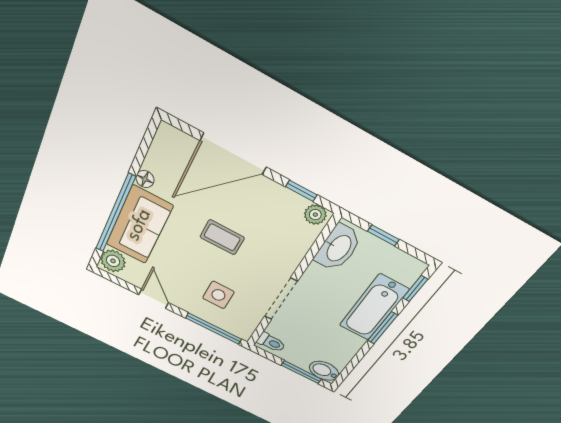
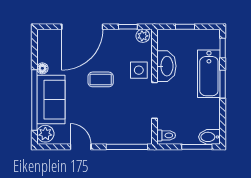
washbasin: (338, 248) -> (166, 66), moved
side table: (218, 295) -> (139, 70), moved

